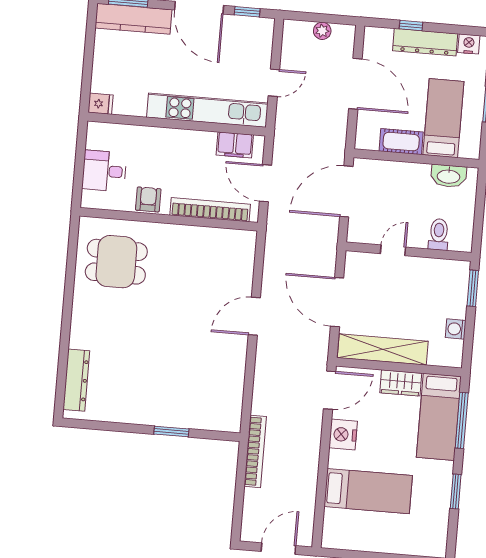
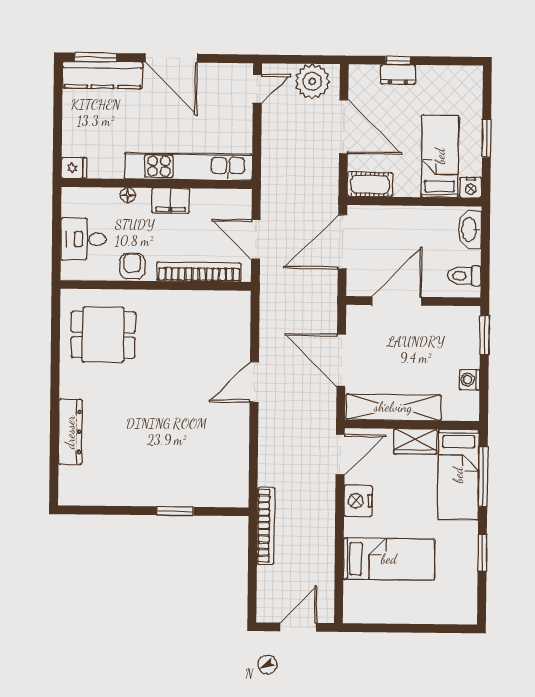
window: (247, 12) -> (223, 59), removed
plant: (322, 31) -> (312, 81), width x1.87, depth x1.87
dresser: (425, 42) -> (398, 74), width x0.51, depth x0.80
nightstand: (469, 44) -> (471, 188), moved, turned 180
door: (274, 83) -> (257, 89), moved
floor lamp: (149, 133) -> (128, 195), added
cot: (401, 142) -> (370, 184), moved
filing cabinet: (235, 145) -> (171, 201), moved
washbasin: (449, 176) -> (470, 230), moved, turned 90
toilet: (439, 234) -> (464, 276), moved, turned -90
door: (393, 250) -> (397, 301), width x1.87
dresser: (76, 380) -> (70, 432), moved

